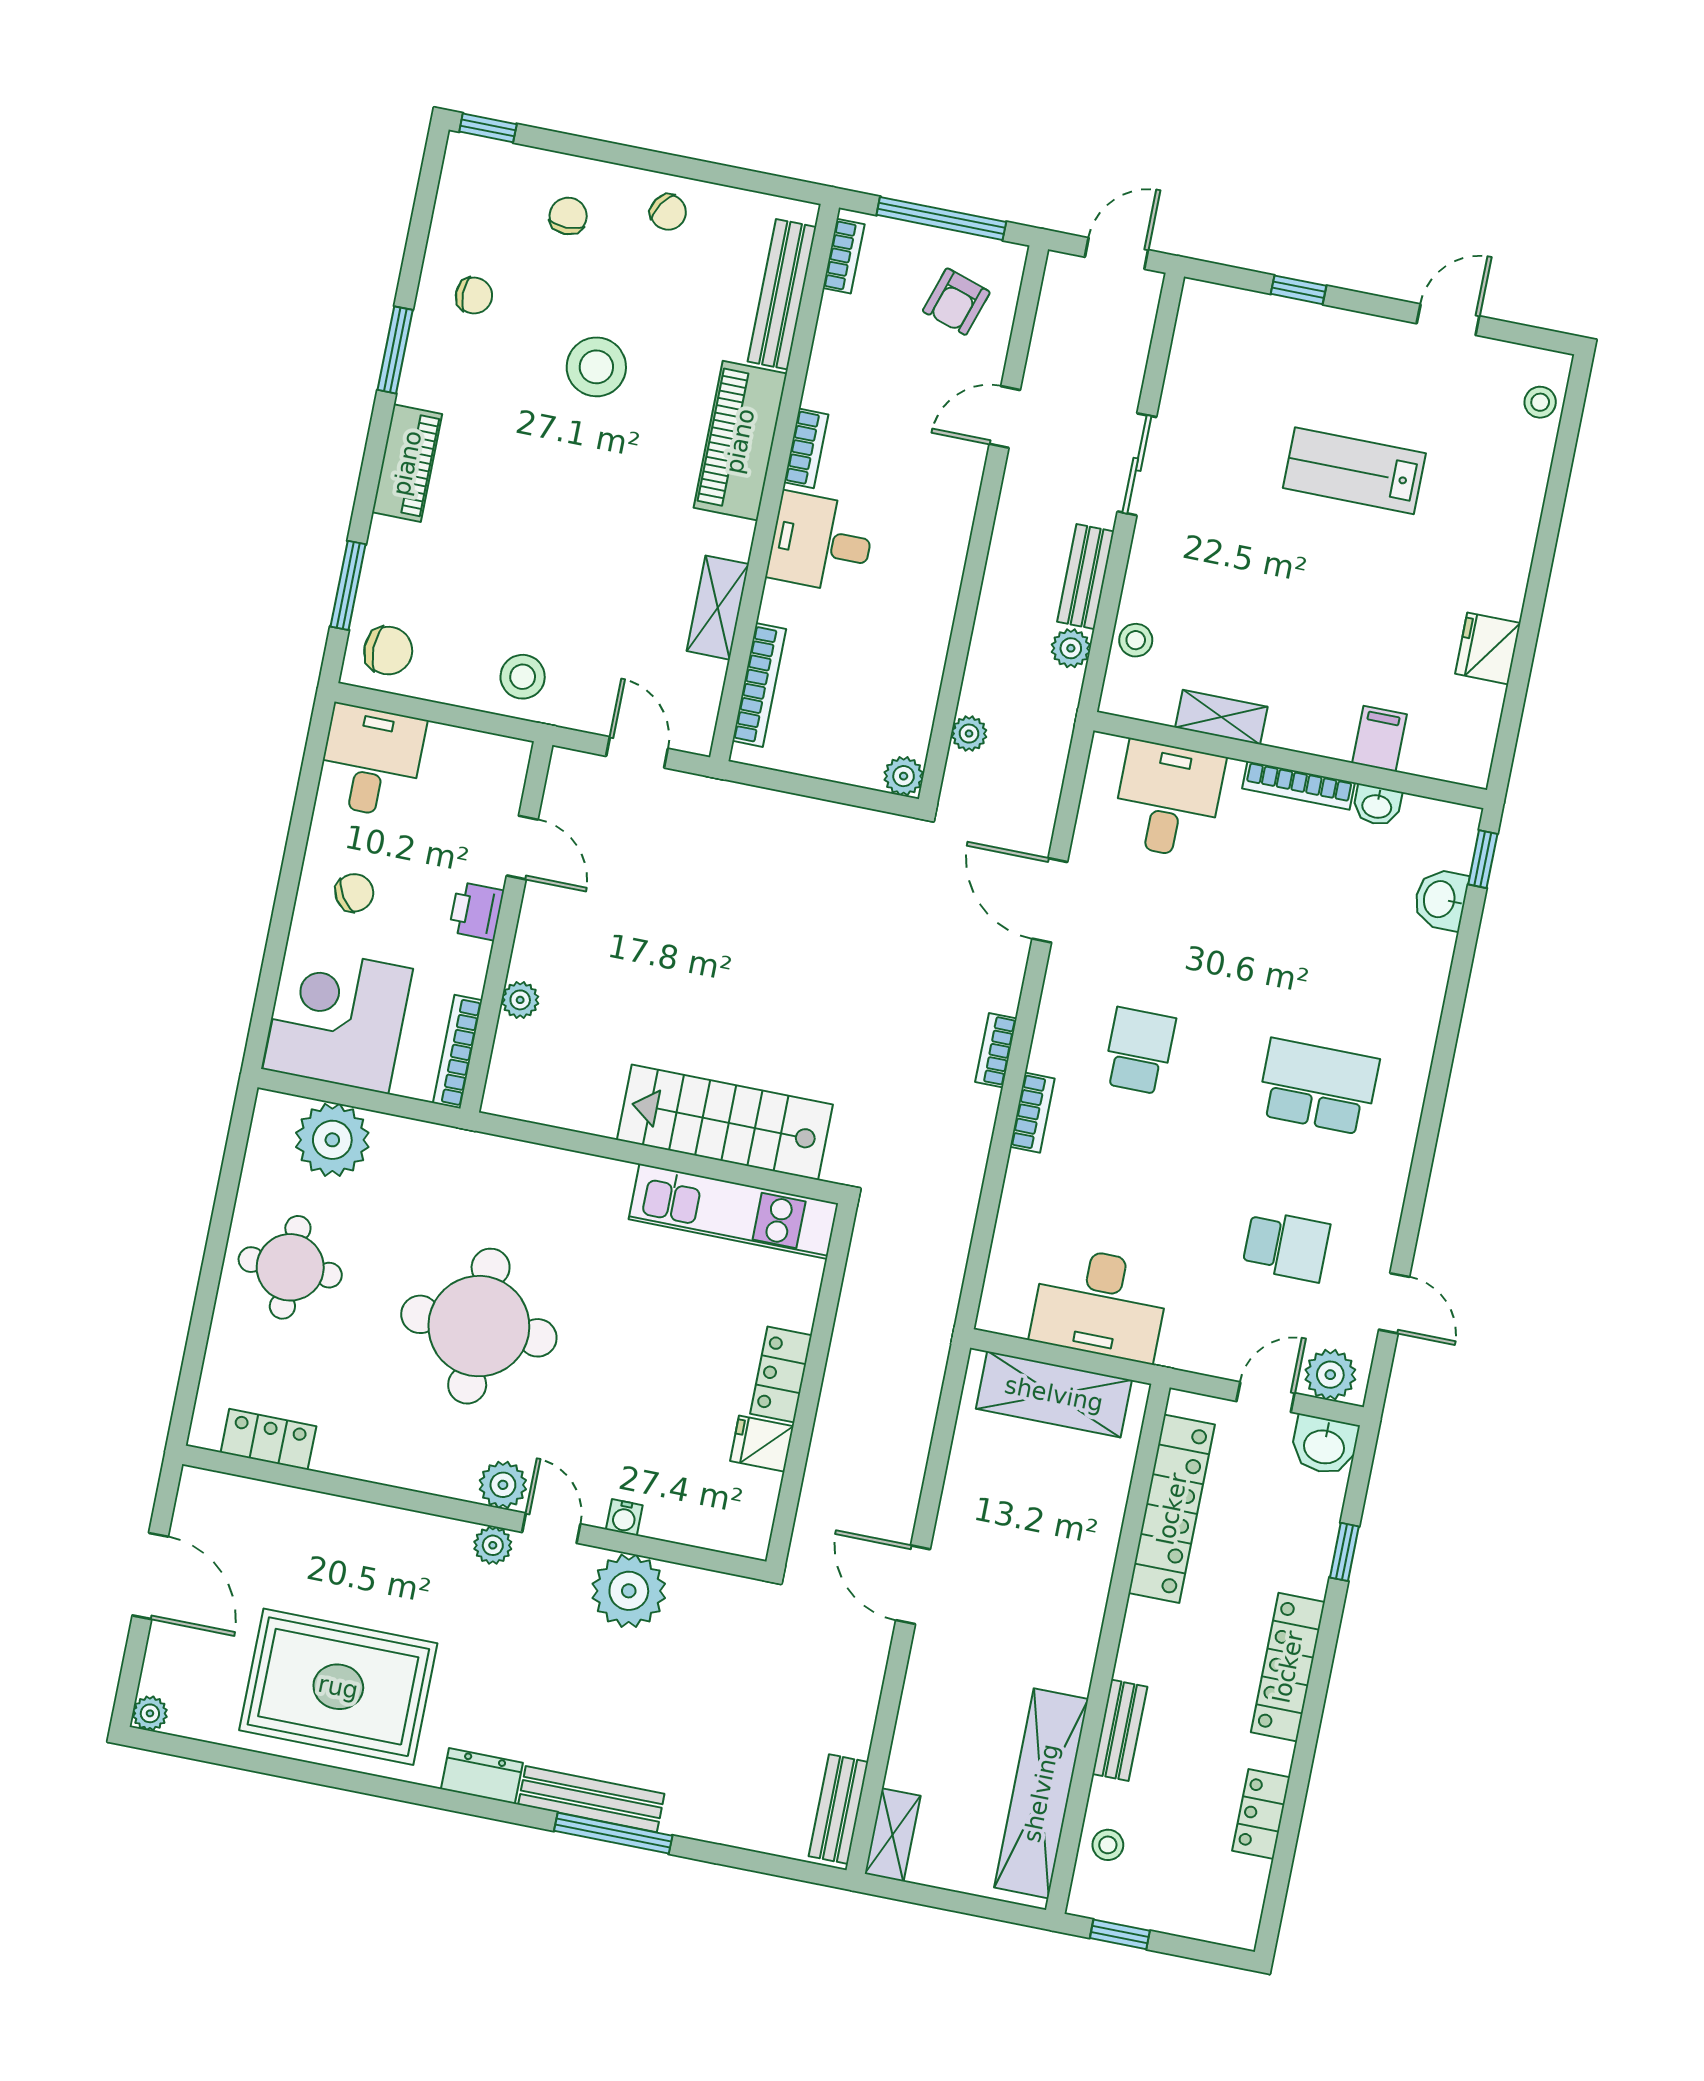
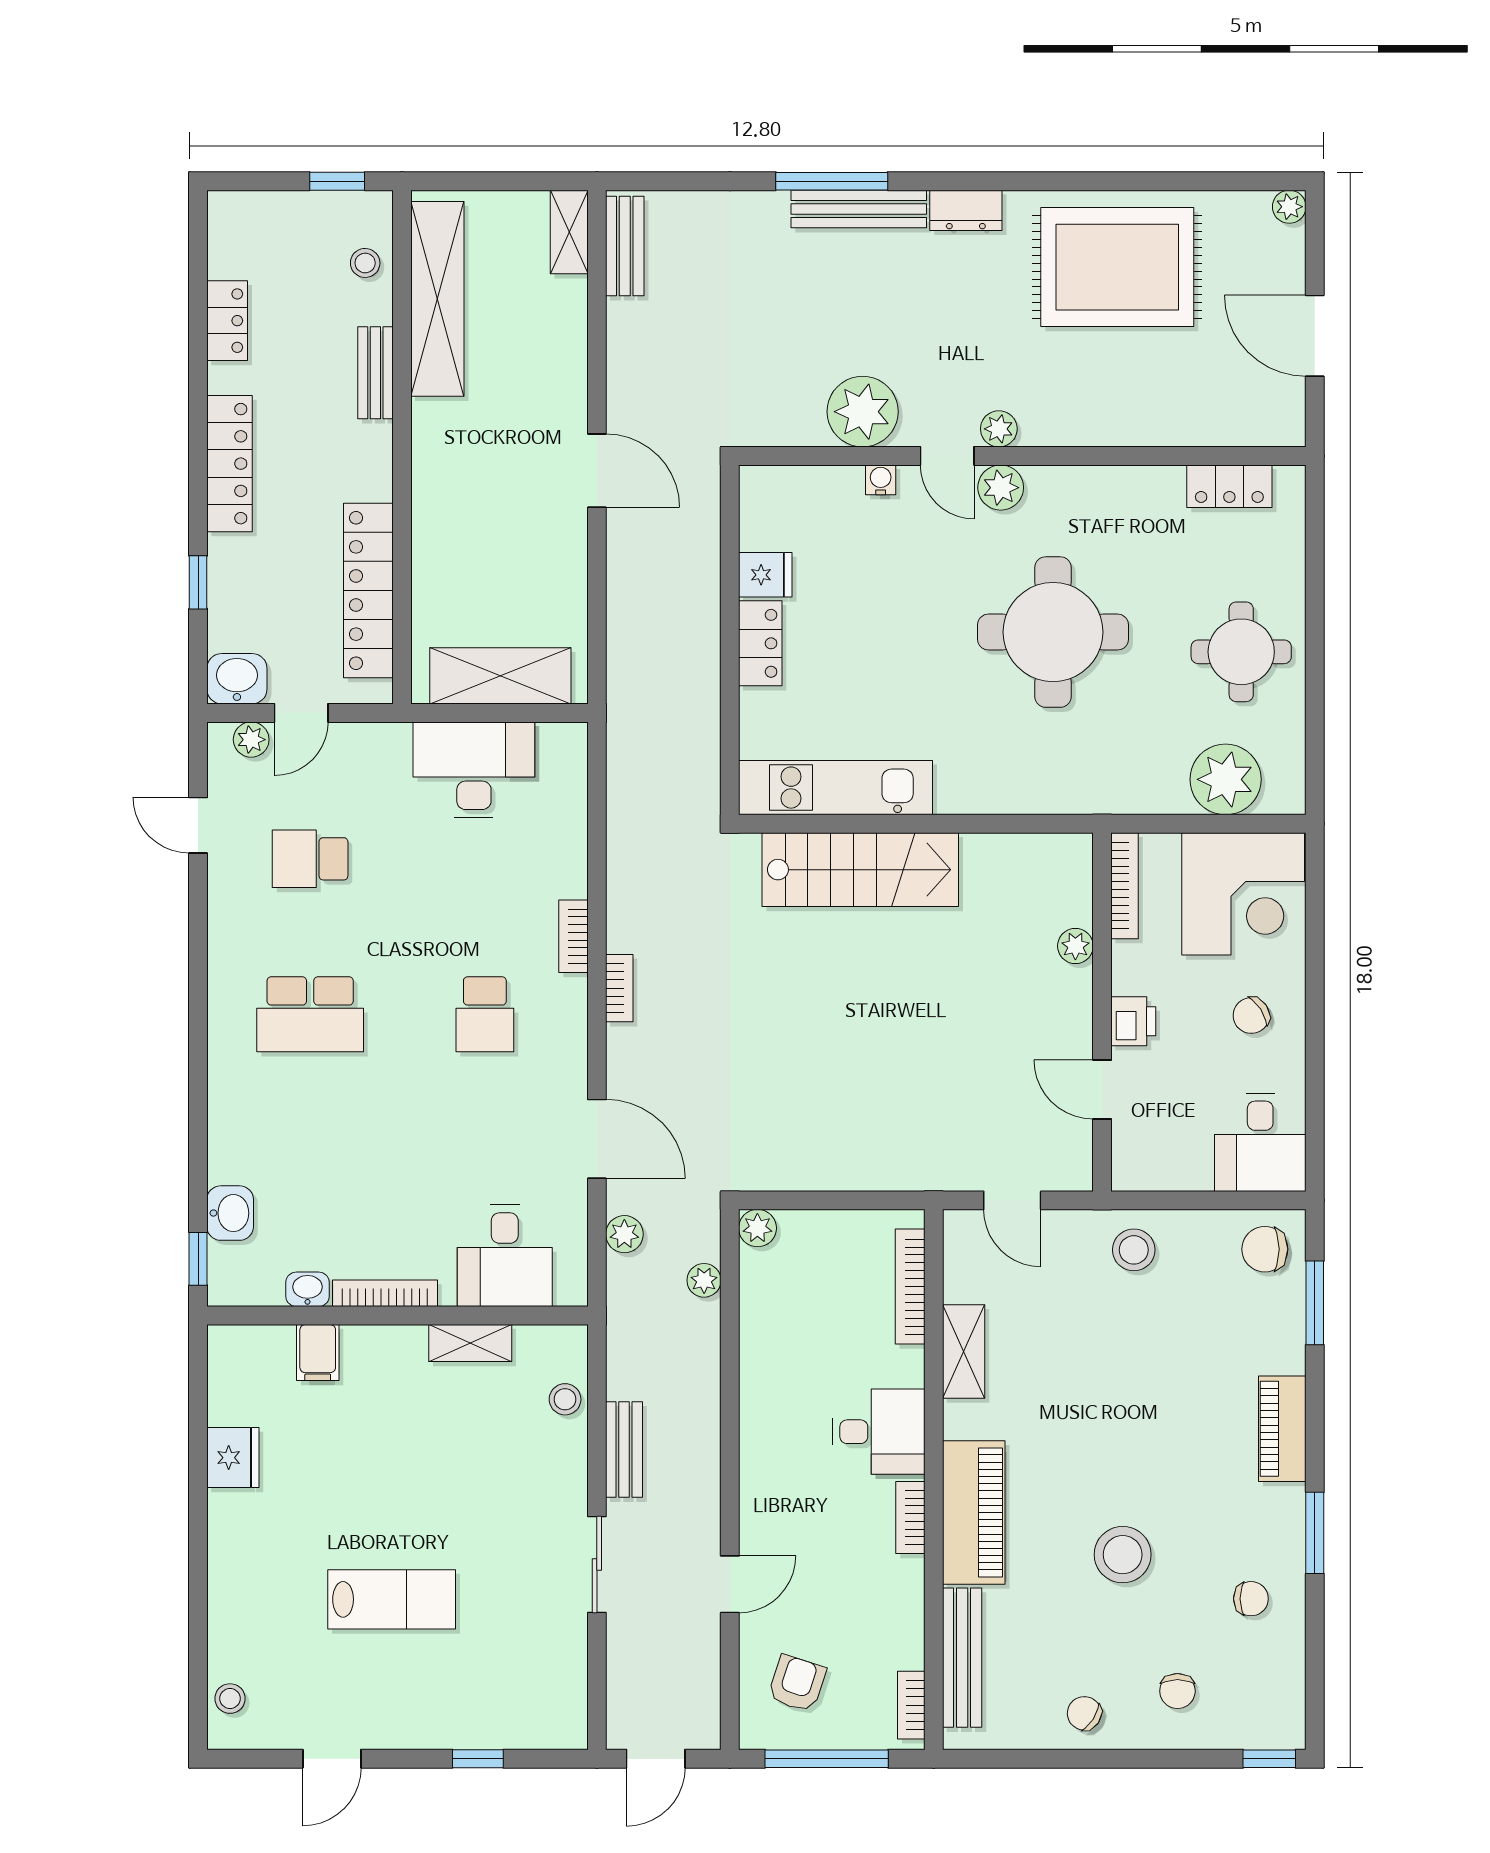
chair: (474, 296) -> (1251, 1599), turned 180
plant: (1071, 648) -> (624, 1234), moved
plant: (1330, 1375) -> (251, 740), width x0.73, depth x0.73

